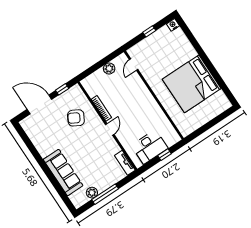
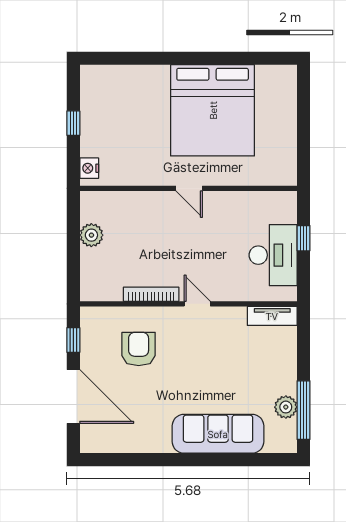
nightstand: (173, 25) -> (89, 168), moved
door: (134, 65) -> (189, 188), moved
door: (39, 104) -> (73, 396), swing flipped
armchair: (76, 118) -> (139, 349), turned 151
window: (105, 194) -> (304, 410), moved

